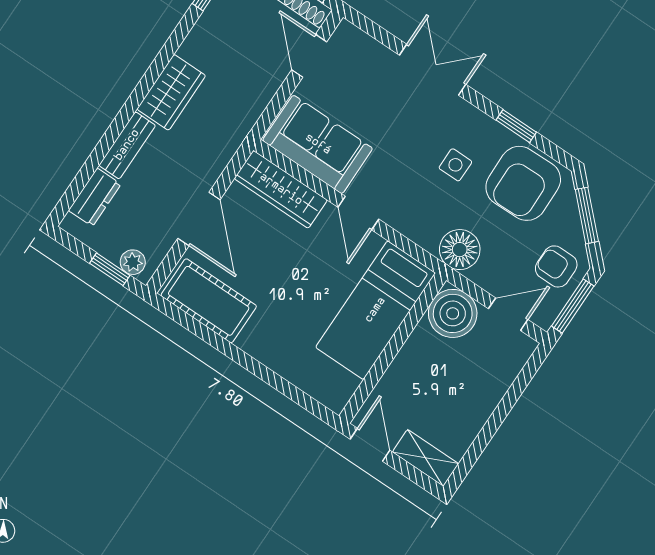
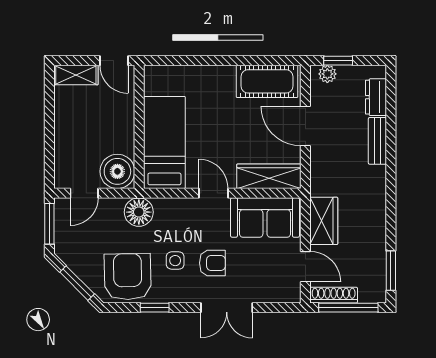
wardrobe: (171, 92) -> (324, 221), moved, turned 180
armchair: (556, 266) -> (212, 263), moved

